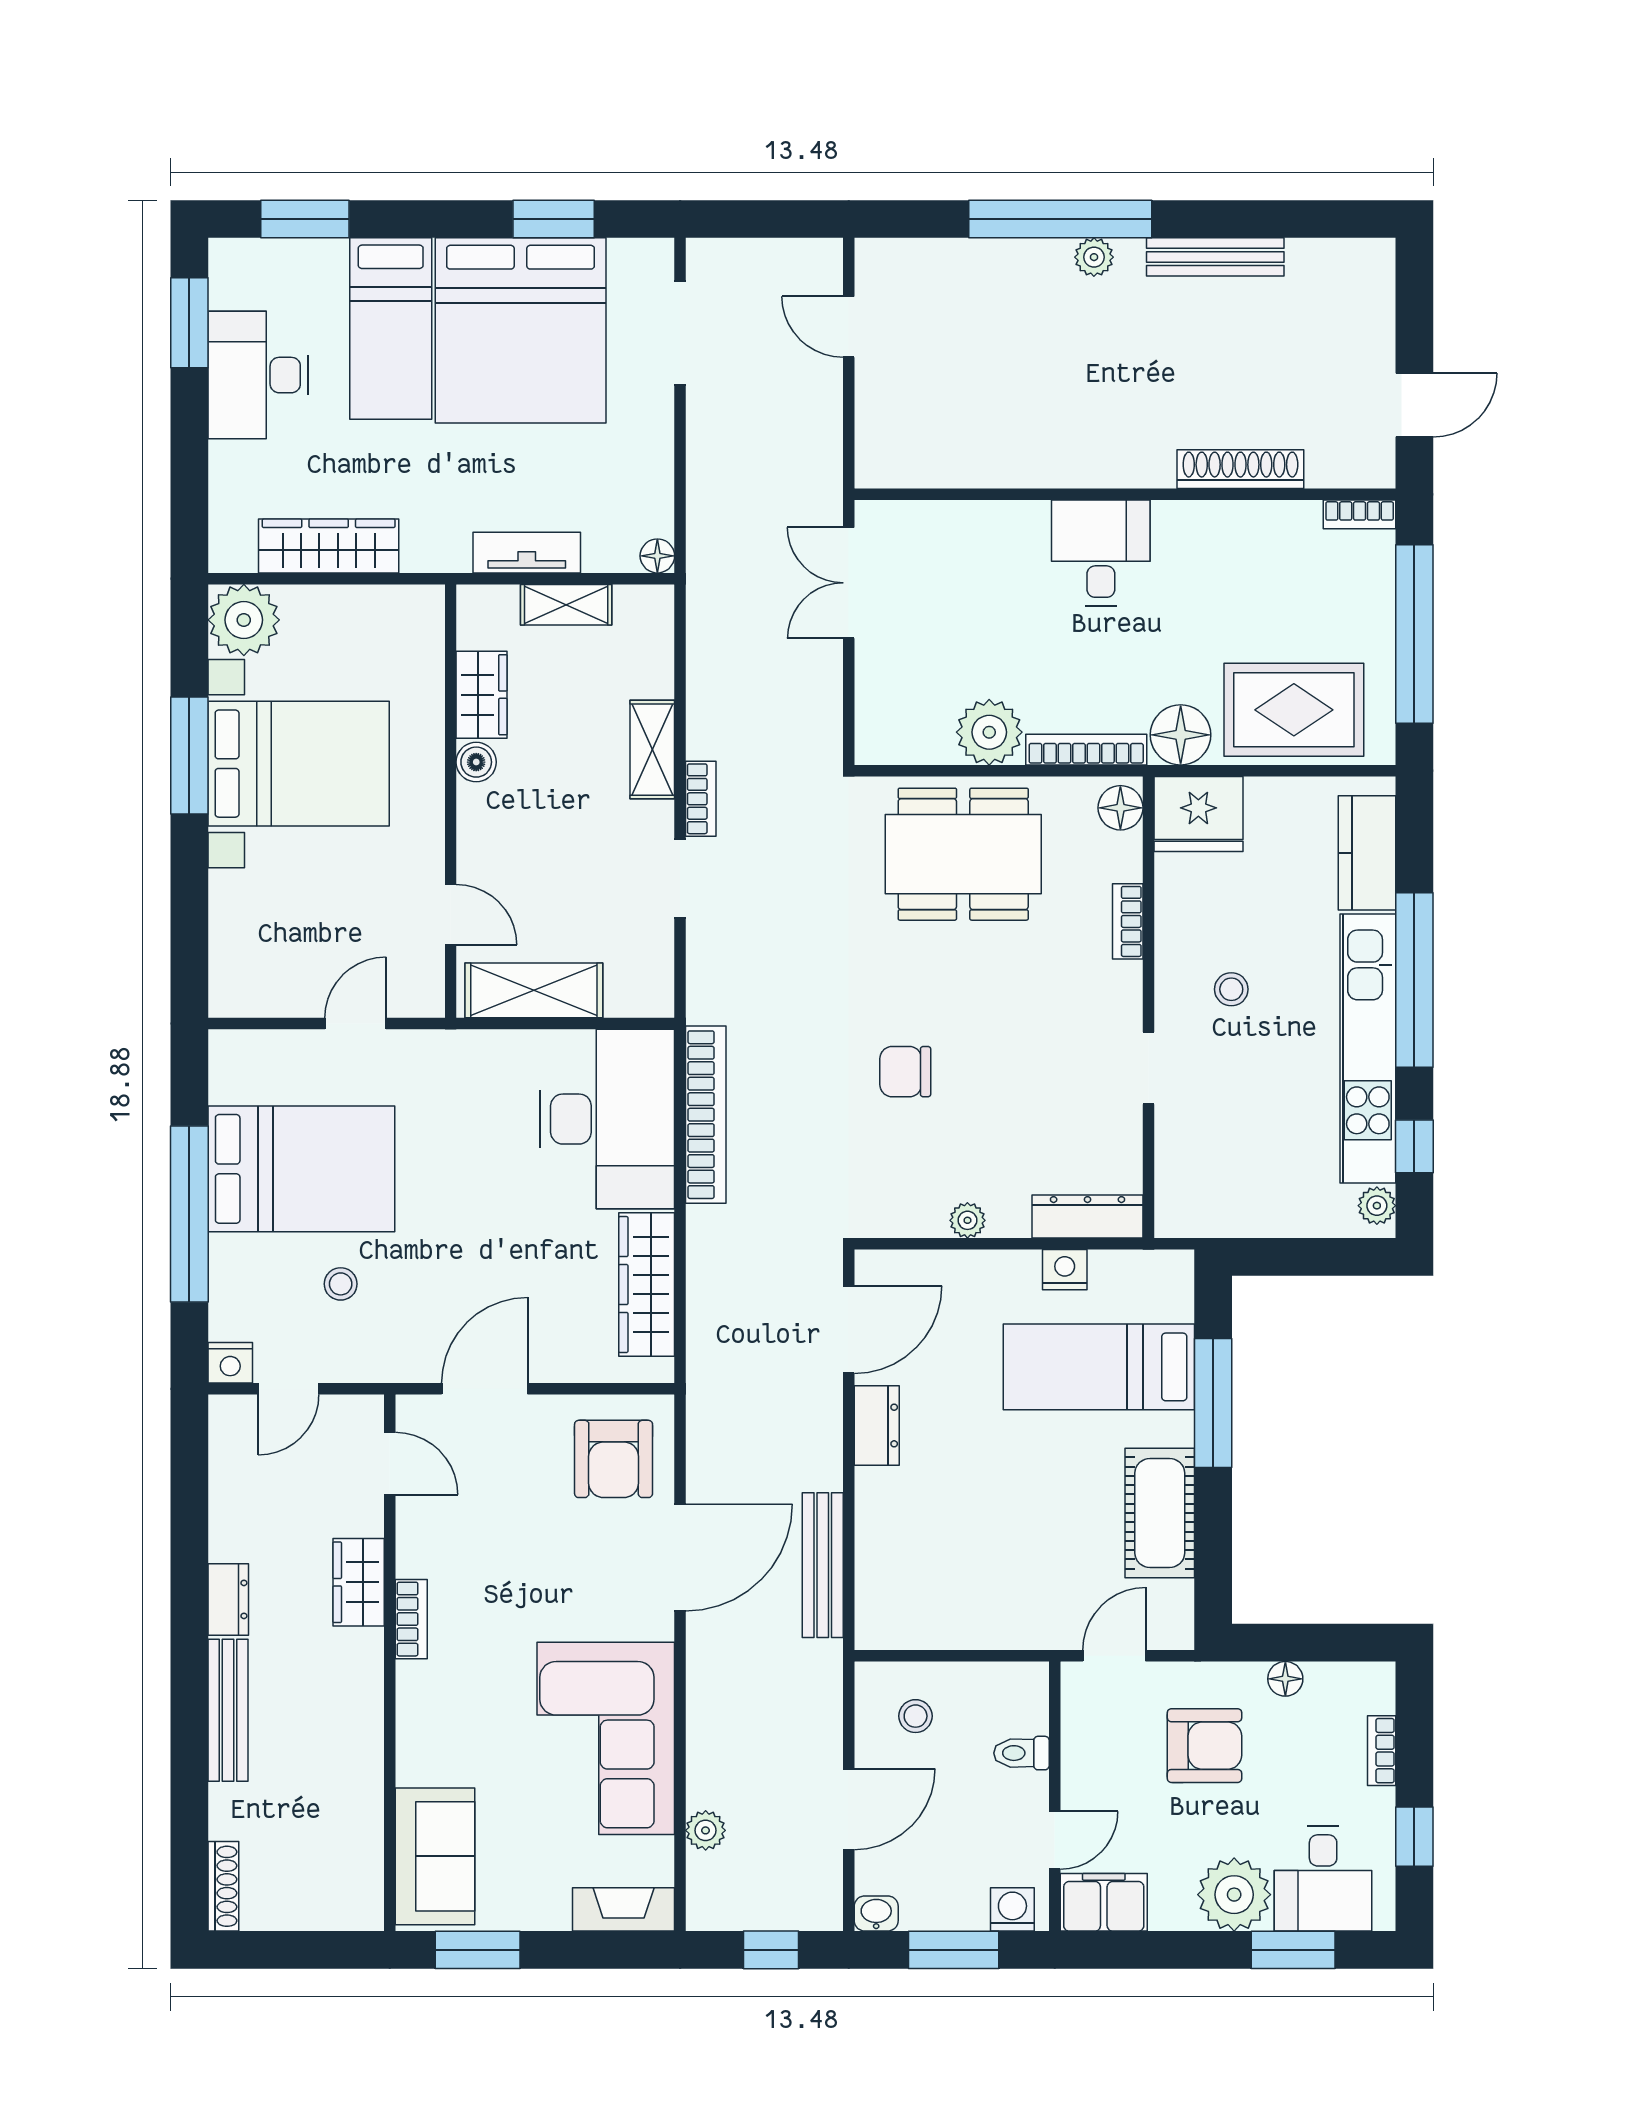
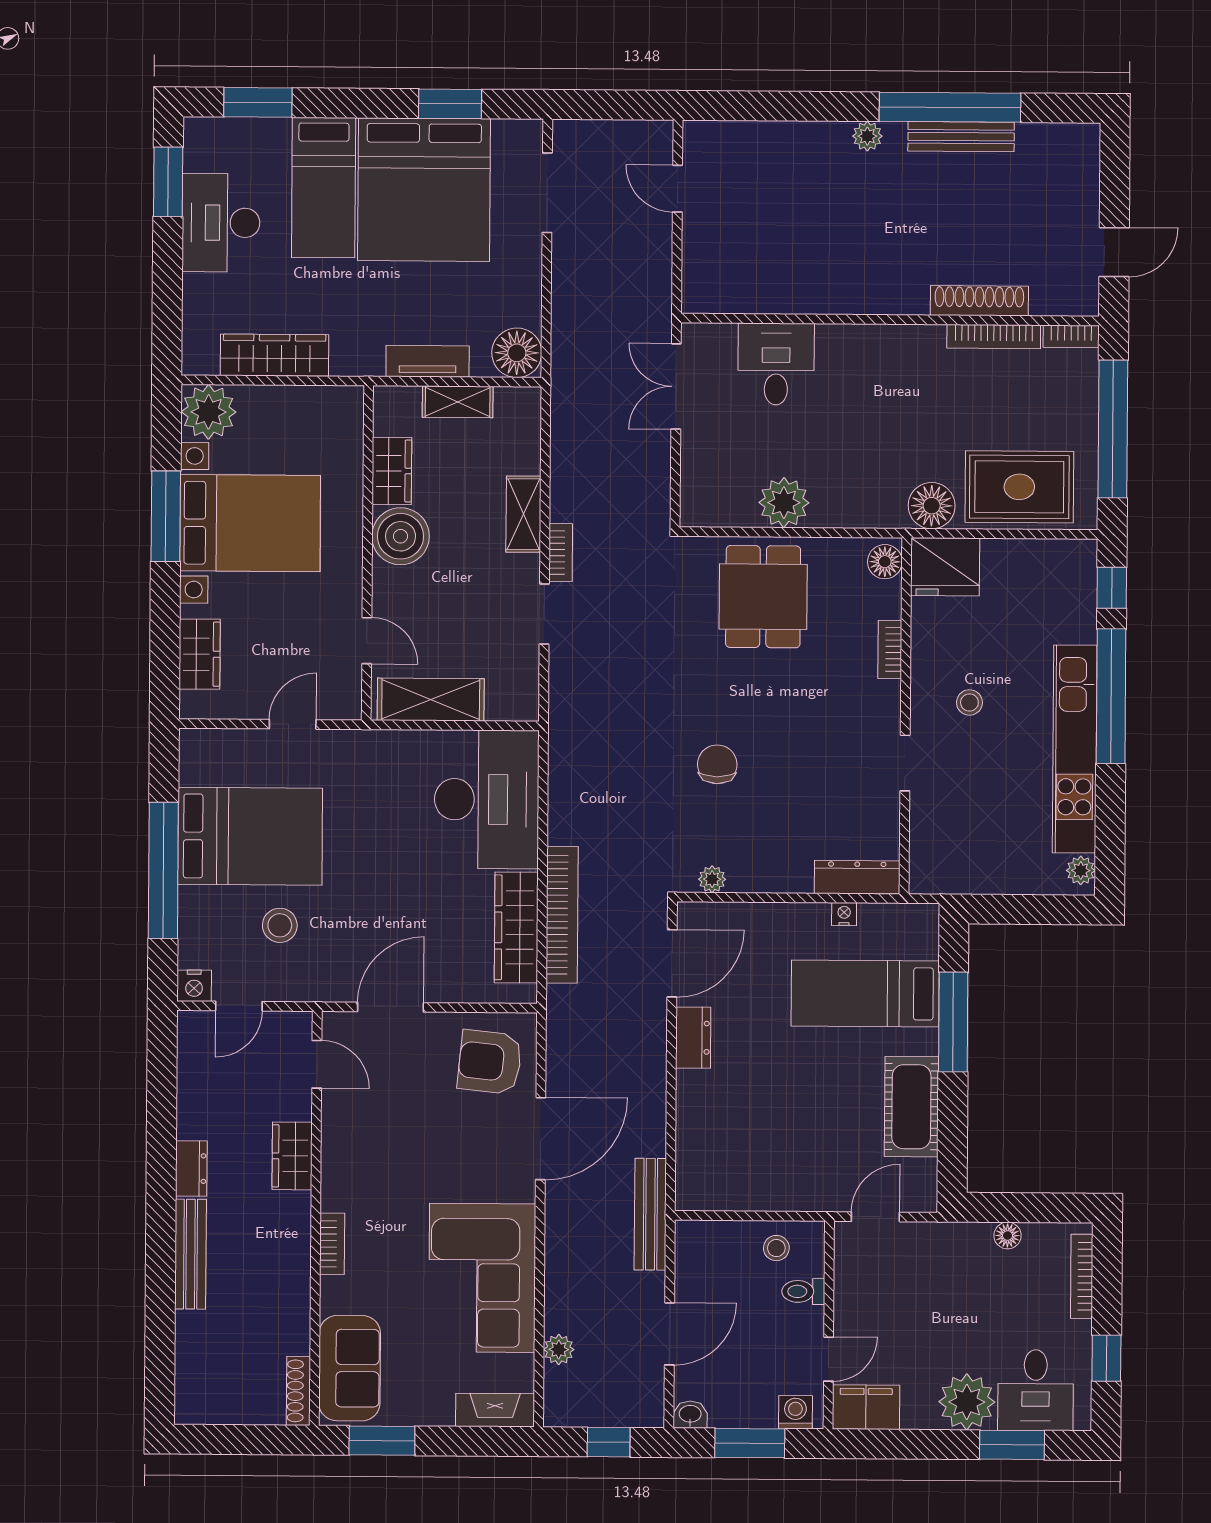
window: (1060, 219) -> (950, 107), moved
desk: (1101, 553) -> (776, 364), moved
floor lamp: (657, 556) -> (517, 353), width x1.89, depth x1.89
bookcase: (1086, 750) -> (994, 337), moved, turned 180
boiler: (476, 762) -> (401, 536), width x1.86, depth x1.86
kitchen counter: (1367, 853) -> (1075, 598), removed
dining table: (963, 854) -> (763, 597), width x0.73
wardrobe: (234, 934) -> (200, 654), added
chair: (905, 1072) -> (717, 764), turned 90
bookcase: (706, 1115) -> (562, 915), moved
window: (1414, 1146) -> (1112, 588), moved
plant: (967, 1220) -> (712, 879), moved
nightstand: (1065, 1270) -> (844, 914), width x0.72, depth x0.74
stool: (341, 1284) -> (280, 925), width x1.37, depth x1.37
armchair: (614, 1459) -> (490, 1062), turned 96
bench: (823, 1565) -> (650, 1214), moved
bookcase: (411, 1619) -> (332, 1244), moved
stool: (916, 1716) -> (776, 1248), moved
armchair: (1204, 1746) -> (945, 1287), removed
bookcase: (1382, 1751) -> (1082, 1276), width x1.56
shoe rack: (223, 1886) -> (298, 1391), moved, turned 180

